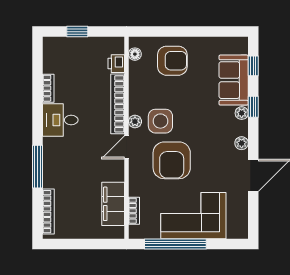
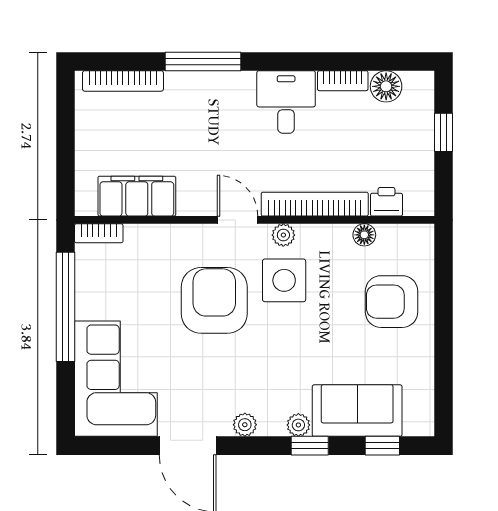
floor lamp: (135, 54) -> (364, 235), moved
armchair: (172, 61) -> (392, 302), turned 90
floor lamp: (51, 64) -> (386, 86), added
armchair: (172, 160) -> (214, 300), turned 90
bookcase: (134, 211) -> (99, 233), moved
corner sofa: (193, 216) -> (116, 379), moved

